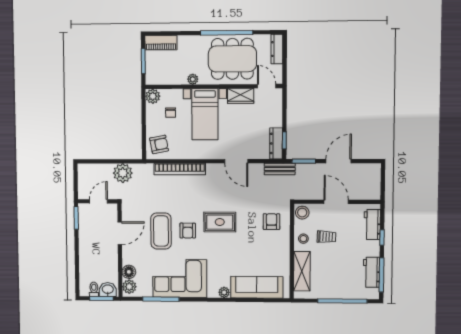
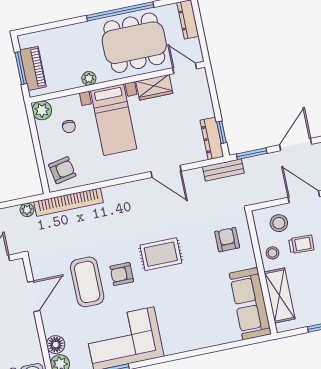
piano: (161, 43) -> (33, 68), moved, turned -90
bookcase: (180, 169) -> (68, 202), moved
plant: (123, 173) -> (27, 210), width x0.53, depth x0.53
stool: (302, 213) -> (279, 223), moved
armchair: (188, 231) -> (122, 274), turned 90
sofa: (257, 287) -> (250, 304), moved, turned -90
plant: (224, 292) -> (185, 345), removed

